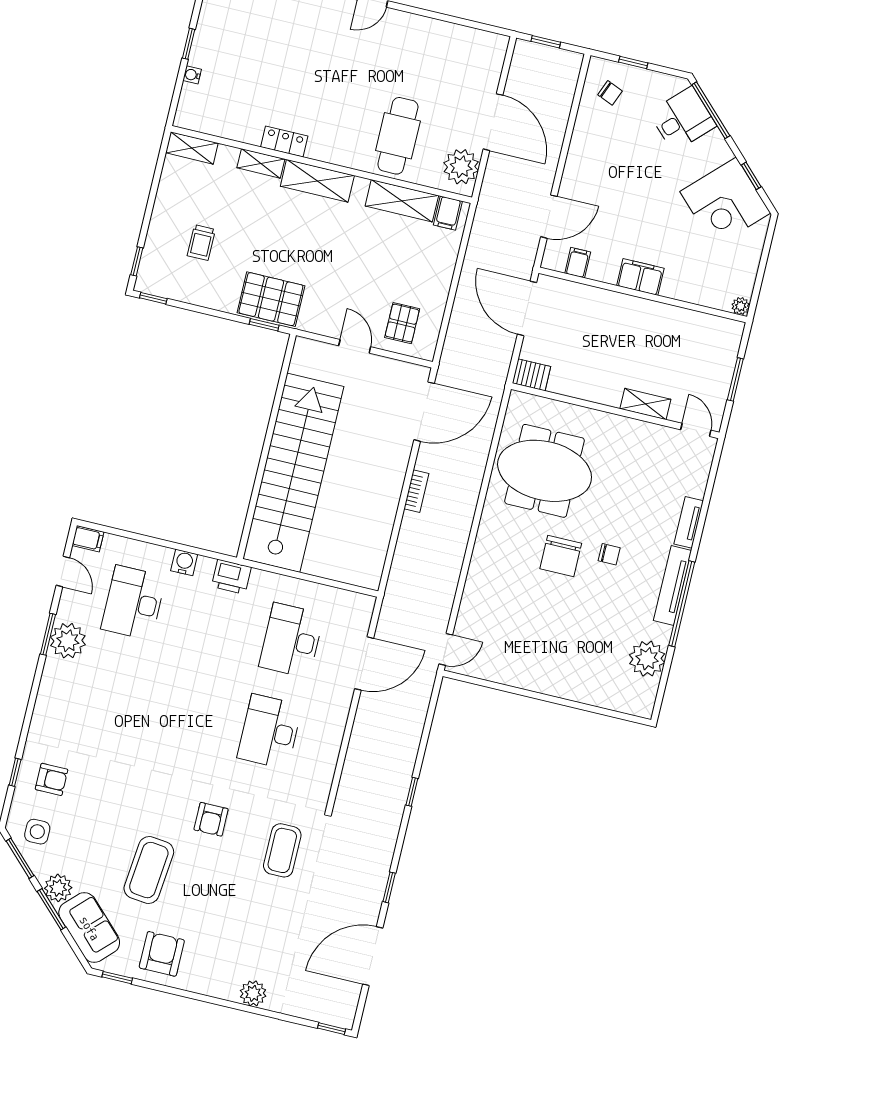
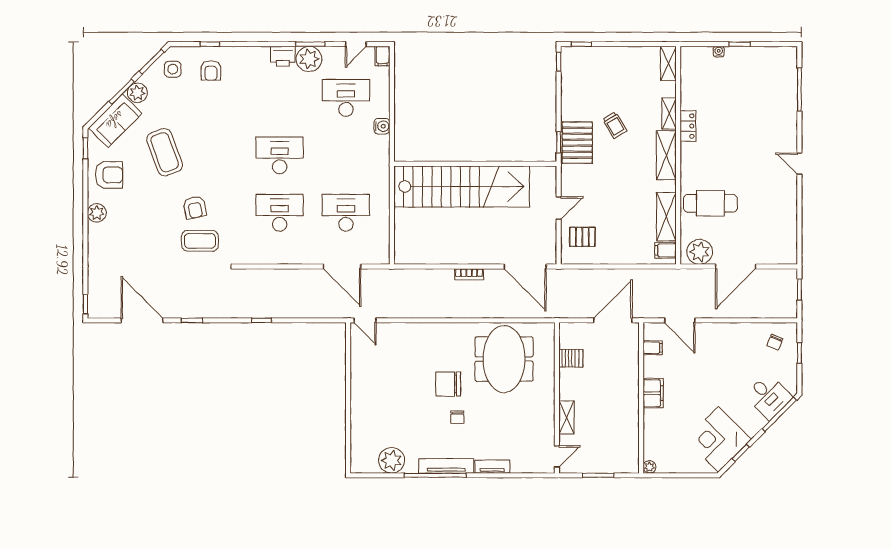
trolley: (201, 243) -> (615, 125), moved, turned -121
server rack: (531, 375) -> (571, 358), moved, turned -90
printer: (231, 577) -> (283, 56), moved, turned -90
desk: (191, 713) -> (280, 155), added
armchair: (211, 819) -> (195, 207), moved, turned -102
coffee table: (149, 870) -> (165, 152), turned 64
plant: (253, 993) -> (97, 213), moved

